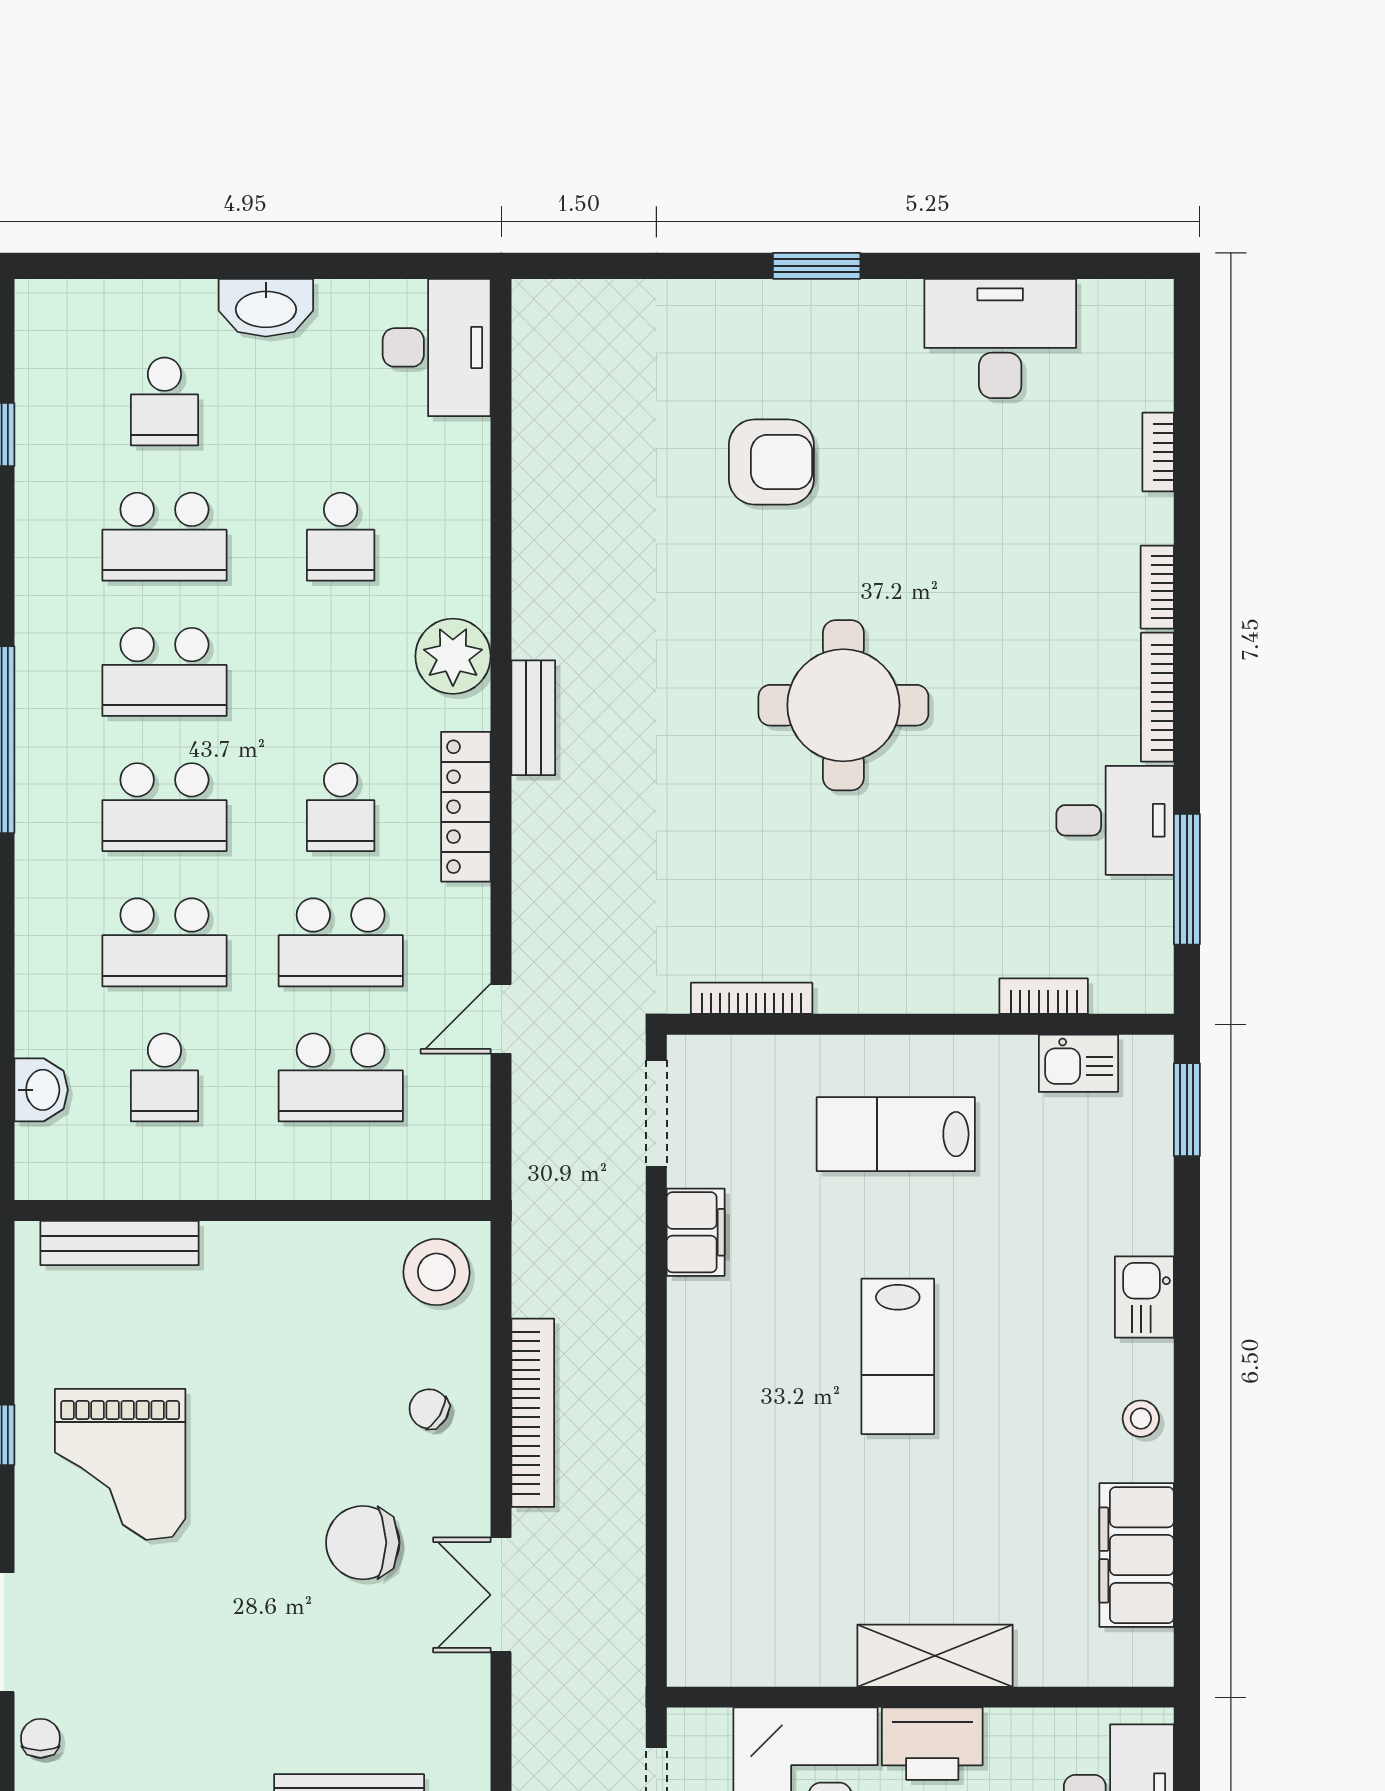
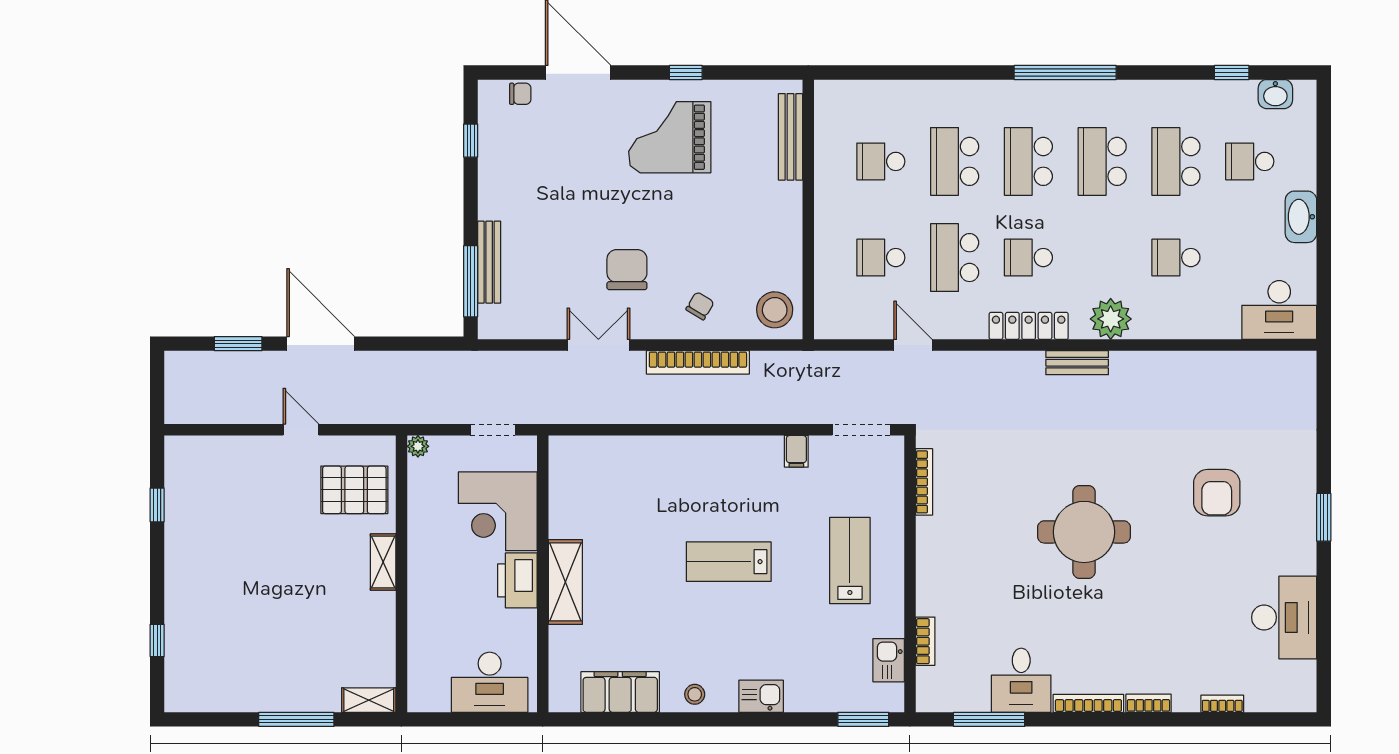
school desk: (341, 1077) -> (881, 258), width x0.54
washbasin: (41, 1090) -> (1275, 94), moved
filing cabinet: (696, 1232) -> (796, 451), width x0.50

